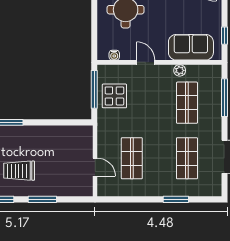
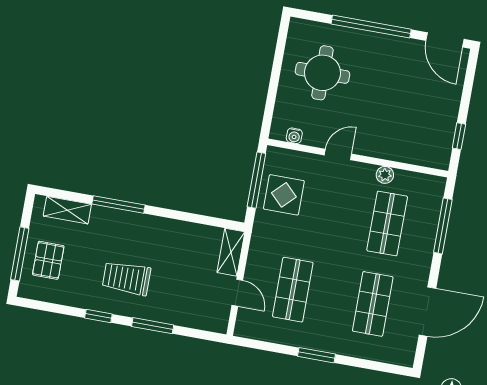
sofa: (191, 47) -> (407, 144), removed
door: (146, 62) -> (338, 154), hinge flipped
shelving: (86, 141) -> (231, 252), added
window: (176, 199) -> (316, 355), moved

